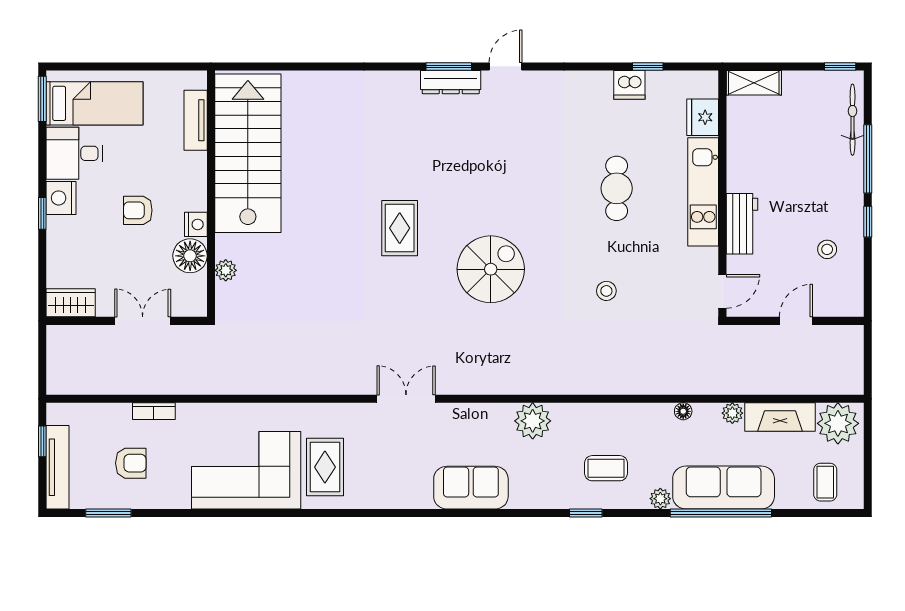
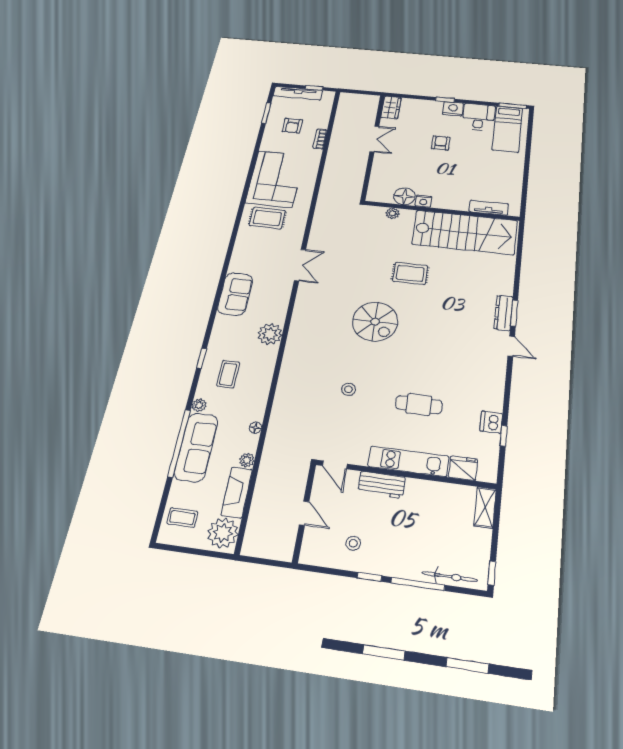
tv unit: (196, 120) -> (489, 208), moved
stairs: (248, 153) -> (465, 232), moved
wall: (211, 194) -> (442, 211), moved
nightstand: (196, 224) -> (423, 201), moved
floor lamp: (190, 256) -> (404, 196), moved
plant: (226, 270) -> (392, 213), moved

